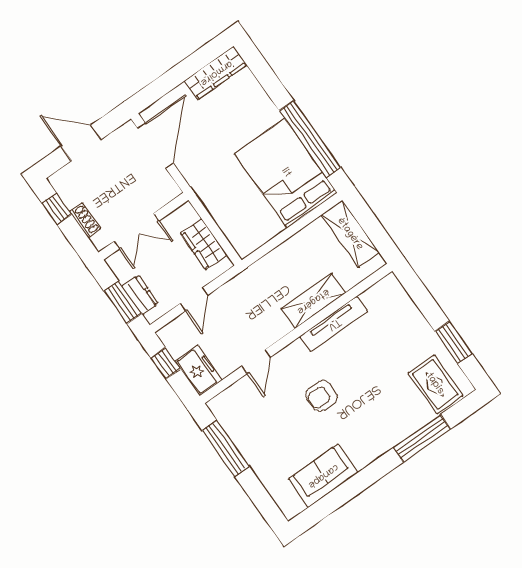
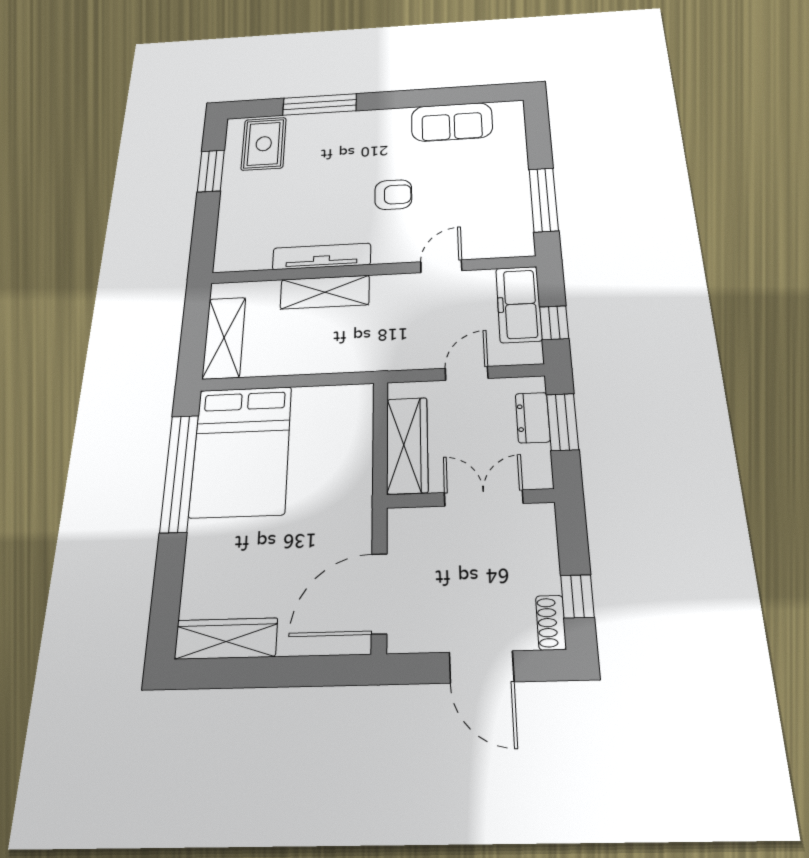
shoe rack: (85, 220) -> (551, 623), moved
wardrobe: (204, 244) -> (407, 445), width x1.50
freezer: (199, 370) -> (519, 304), width x1.40

